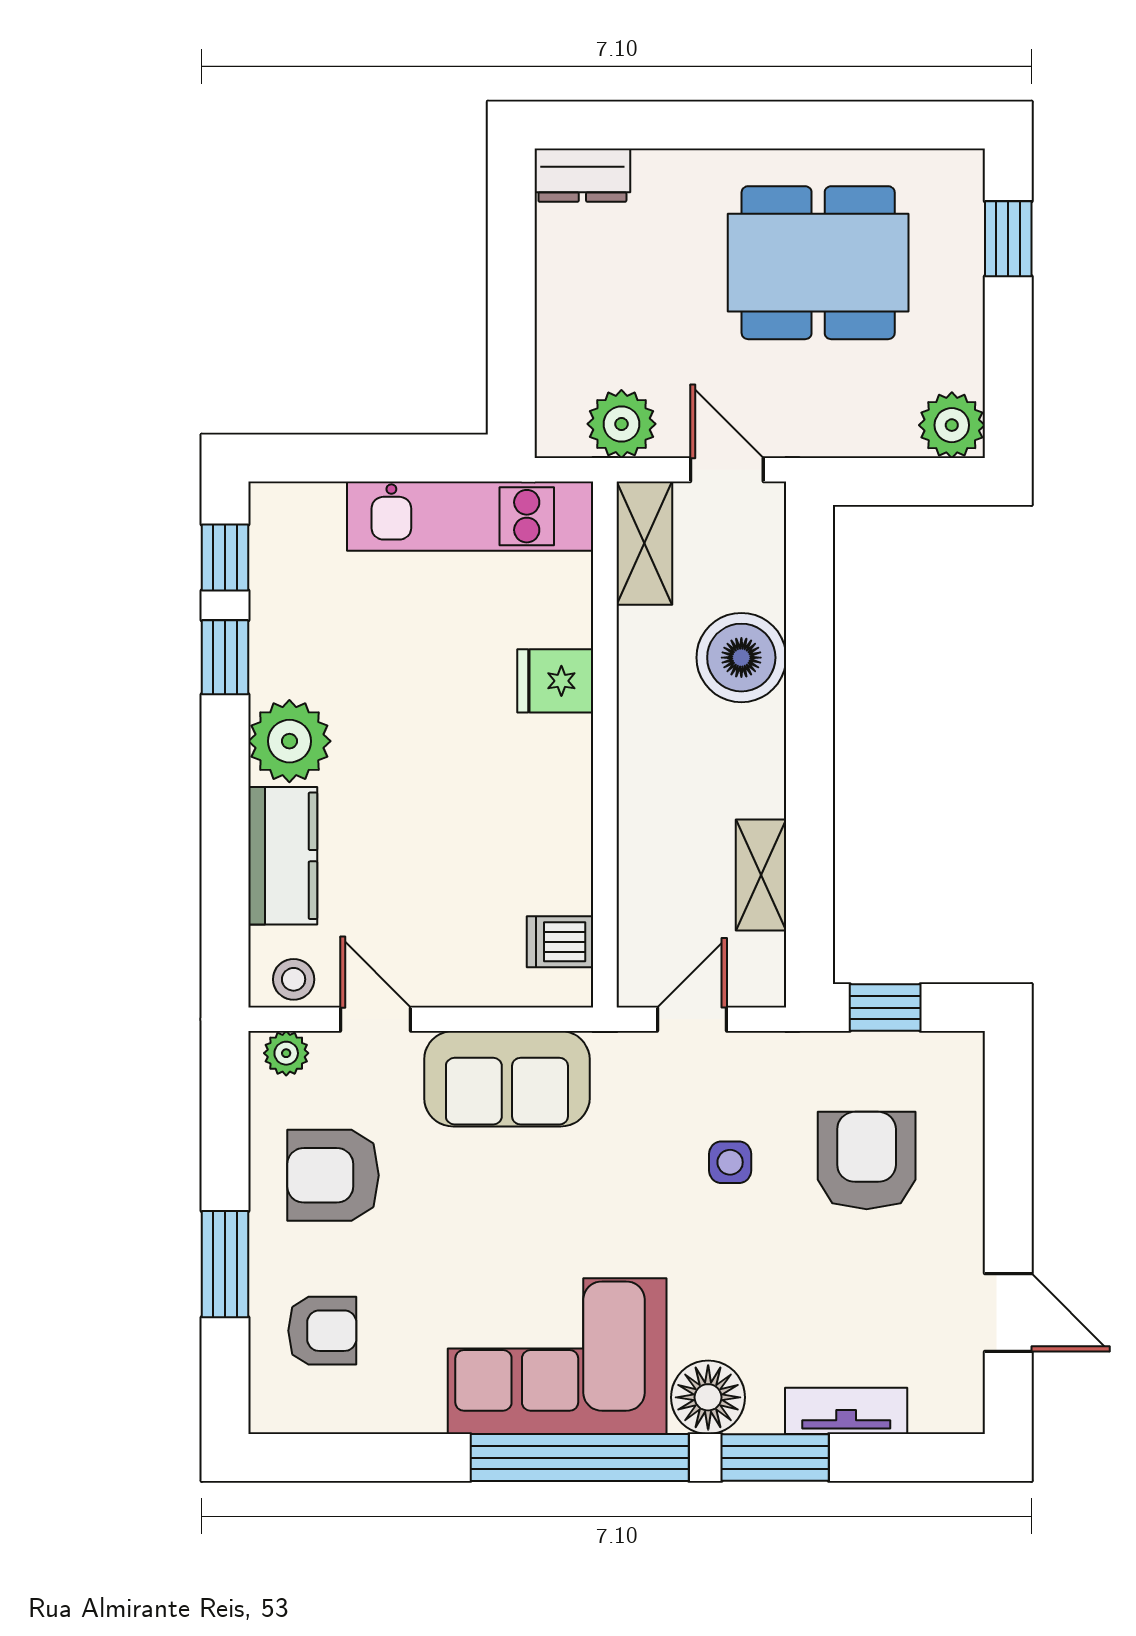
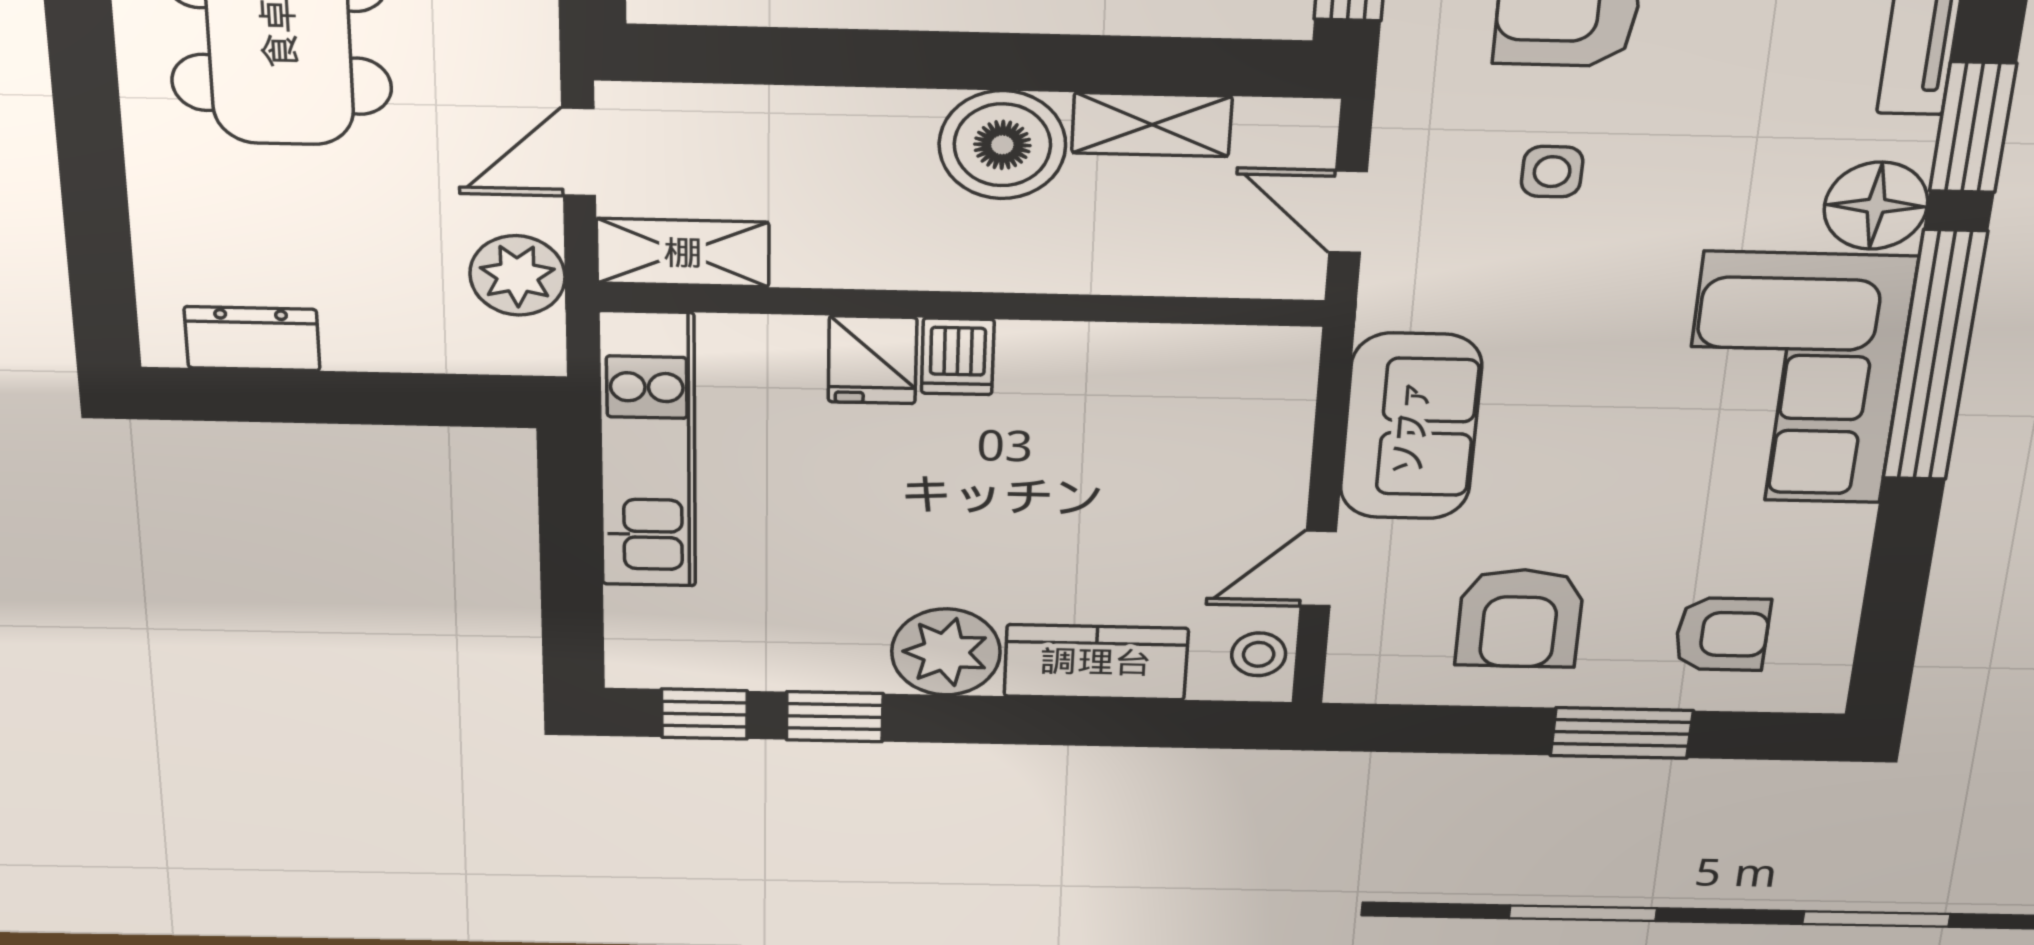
dresser: (582, 175) -> (252, 339), moved, turned -90
boiler: (741, 658) -> (1002, 145), moved
dishwasher: (560, 942) -> (958, 356), moved
plant: (286, 1053) -> (1355, 664), removed
armchair: (322, 1331) -> (1722, 634), turned 90

